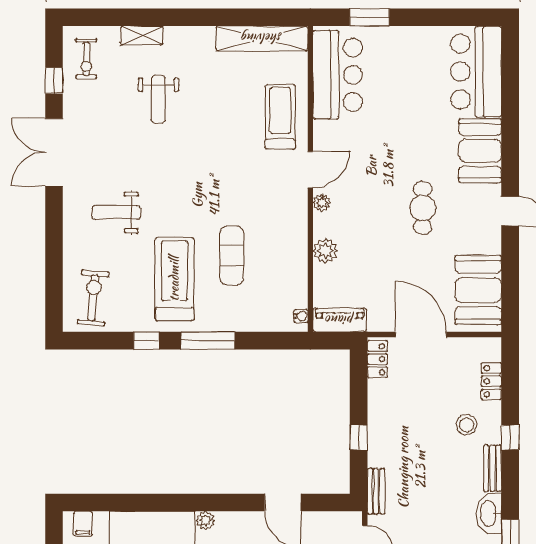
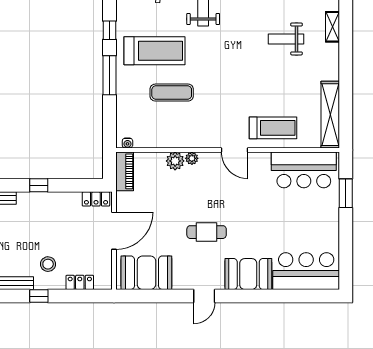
plant: (322, 203) -> (192, 158), moved

